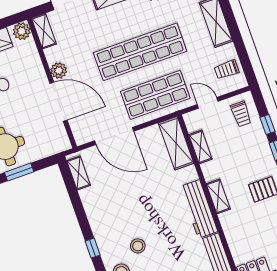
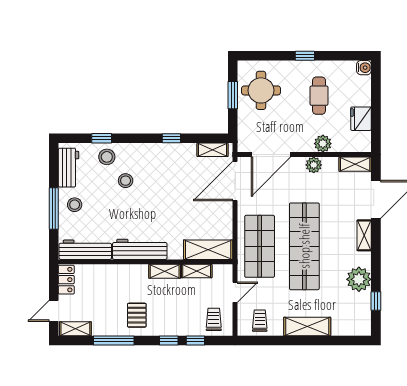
plant: (22, 31) -> (323, 144), moved
door: (58, 102) -> (271, 155), moved
trolley: (241, 114) -> (214, 319), turned 90
door: (114, 136) -> (235, 181), moved
shelving: (218, 196) -> (165, 271), moved
window: (93, 248) -> (171, 138), moved

